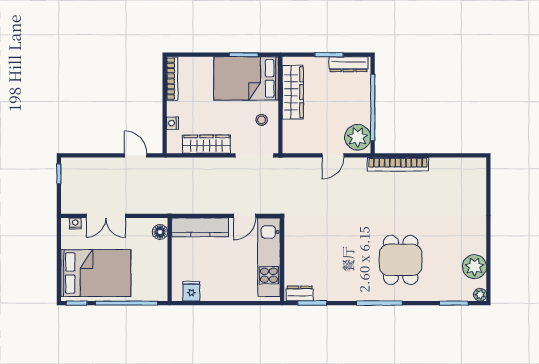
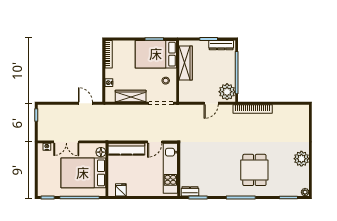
plant: (474, 267) -> (301, 159), moved
bed: (96, 273) -> (83, 173), moved, turned 180

